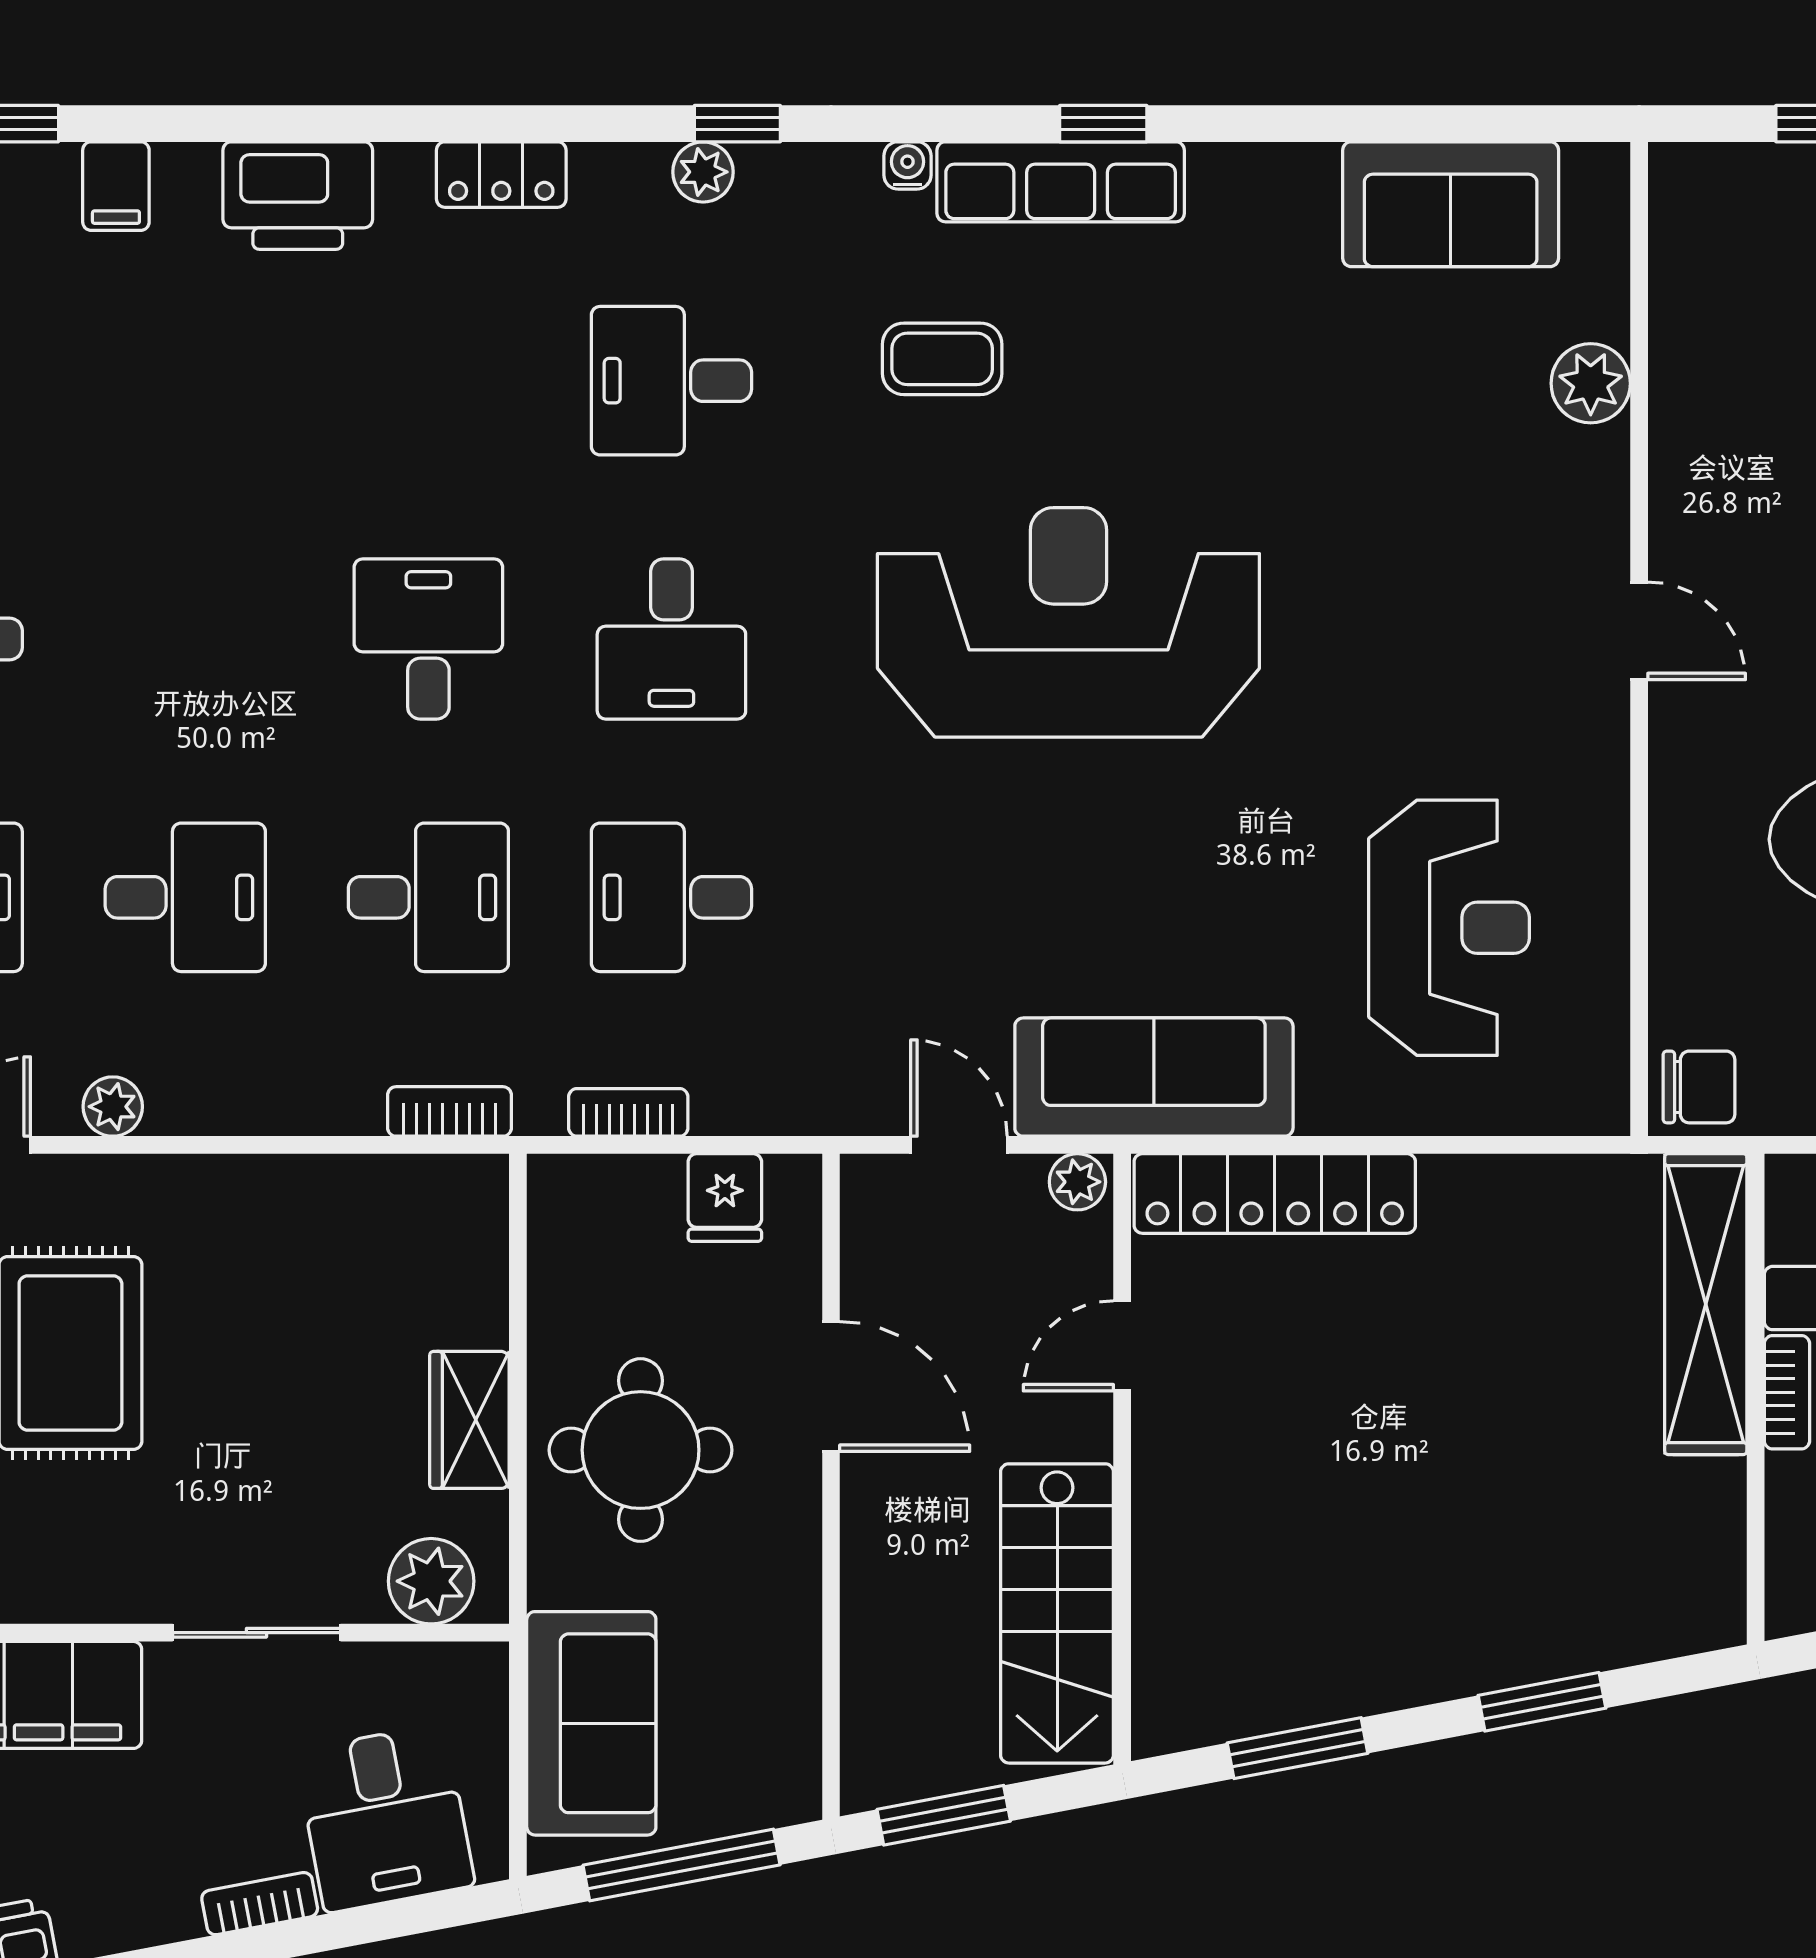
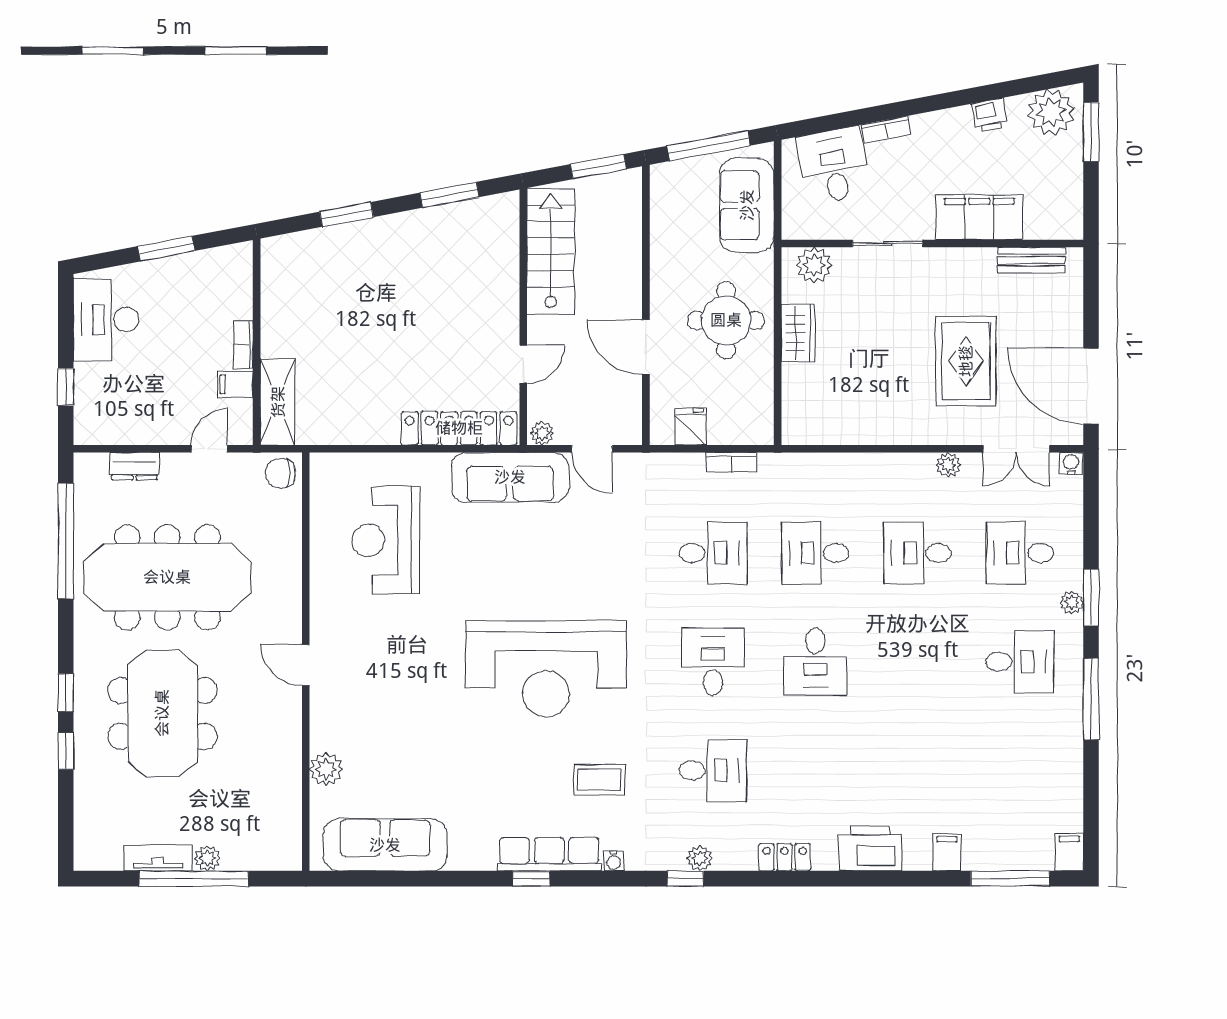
sofa: (1451, 204) -> (385, 845), width x1.36
bookcase: (449, 1111) -> (806, 463), removed
shelving: (1706, 1304) -> (278, 402), width x0.68

